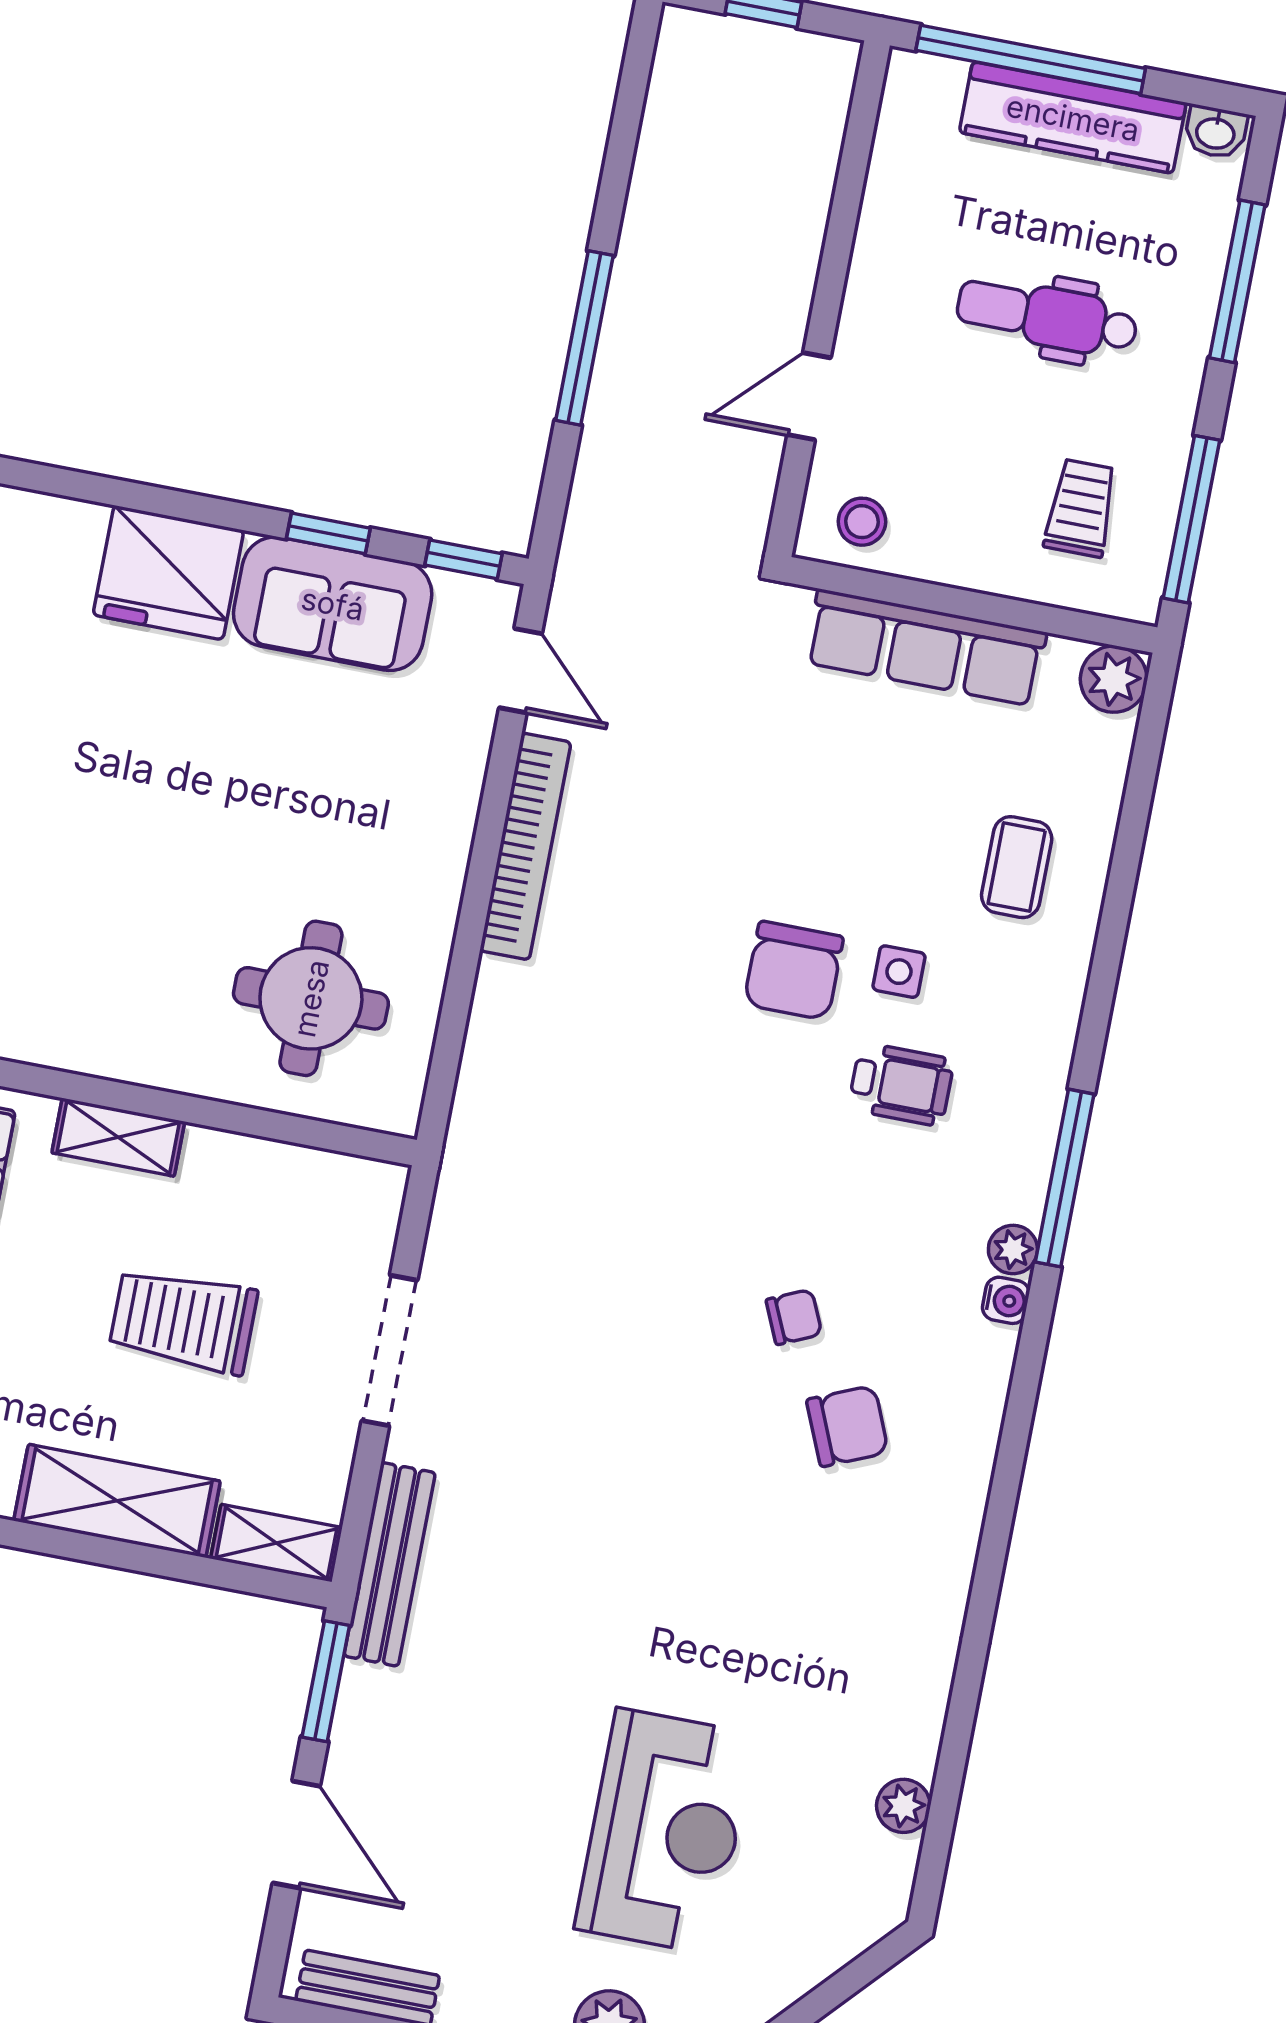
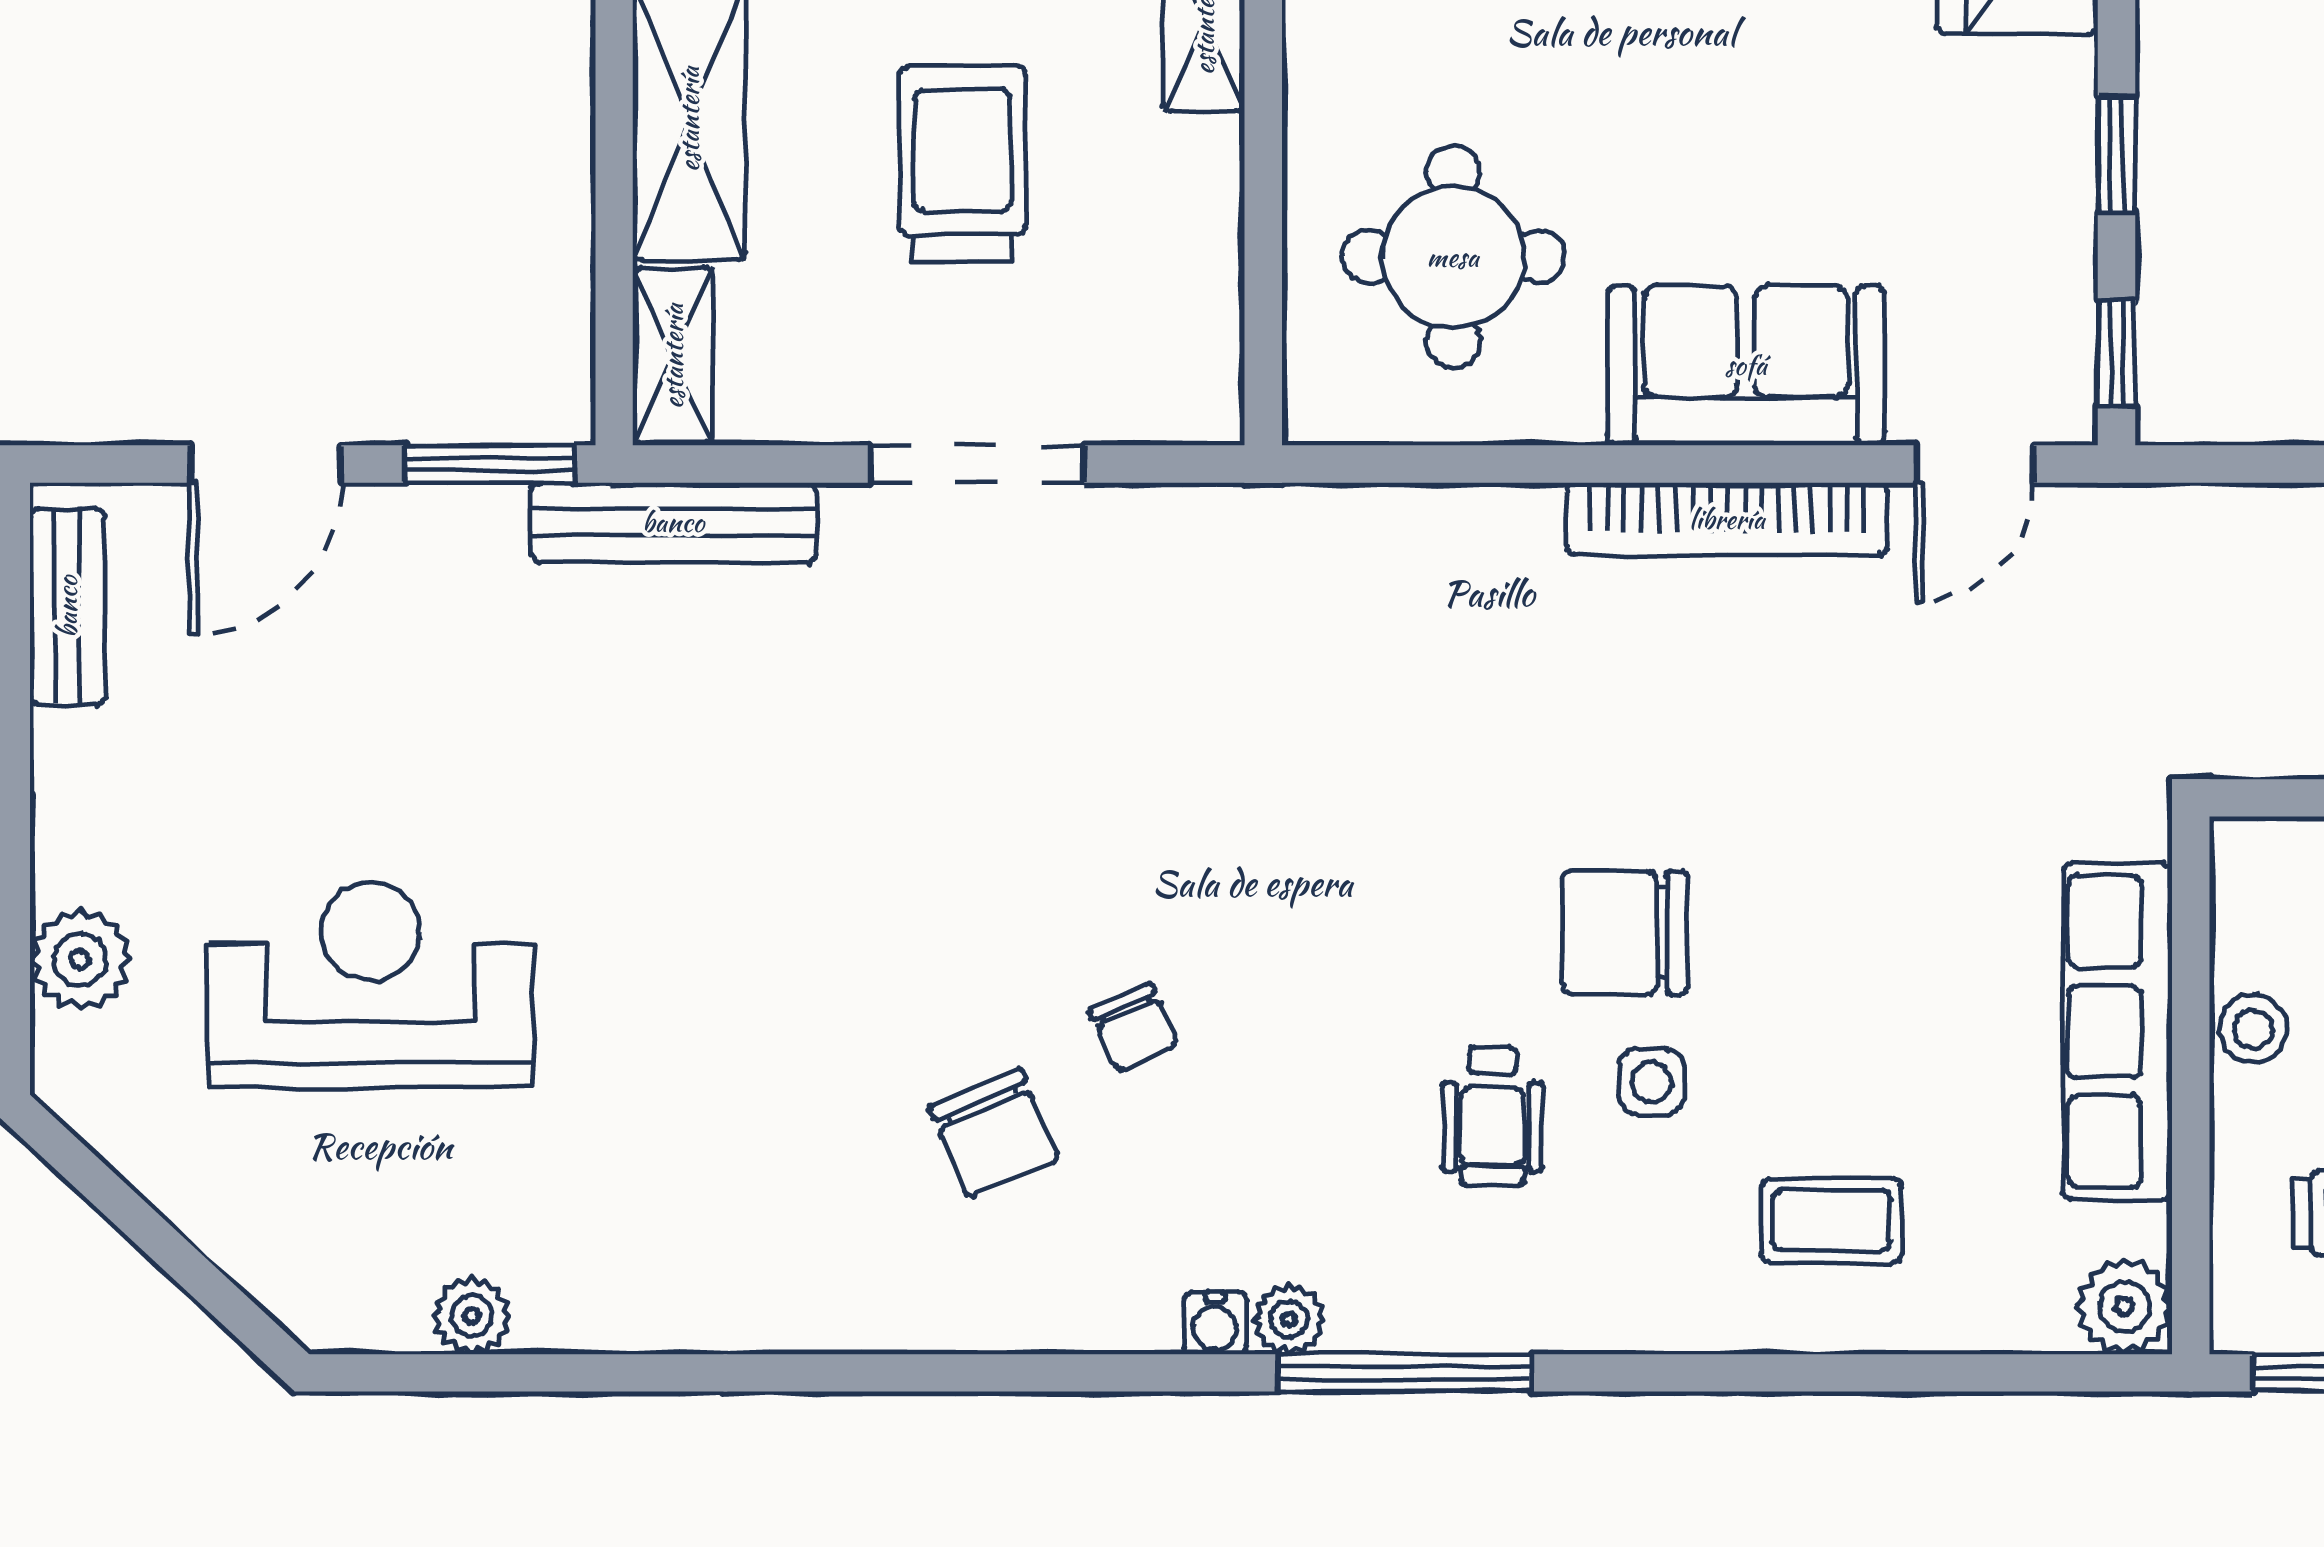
stool: (862, 522) -> (2253, 1029), moved
sofa: (333, 604) -> (1746, 365), moved, turned 90
reception desk: (665, 1831) -> (370, 985), turned 180

